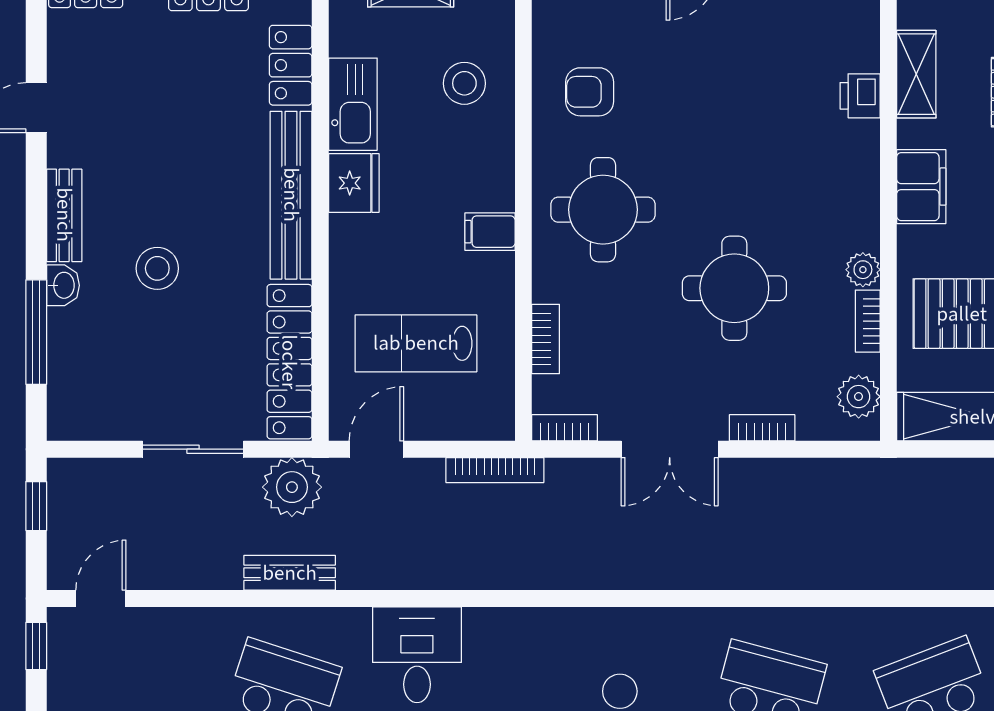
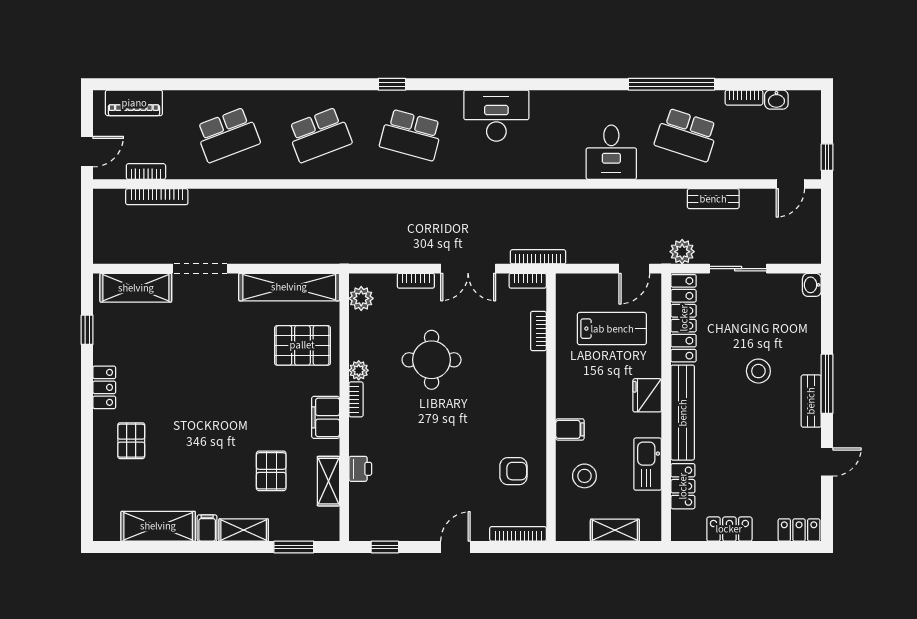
fridge: (354, 183) -> (647, 395), moved
round table: (603, 210) -> (506, 404), removed
filing cabinet: (490, 232) -> (570, 429), moved
washbasin: (63, 285) -> (812, 285), moved
bookcase: (868, 321) -> (356, 399), moved
window: (36, 332) -> (827, 384), moved
double door: (670, 449) -> (468, 269), swing flipped
bookcase: (495, 470) -> (538, 257), moved
plant: (292, 487) -> (682, 252), width x0.73, depth x0.73
window: (36, 506) -> (827, 236), removed
bench: (290, 573) -> (713, 199), moved

